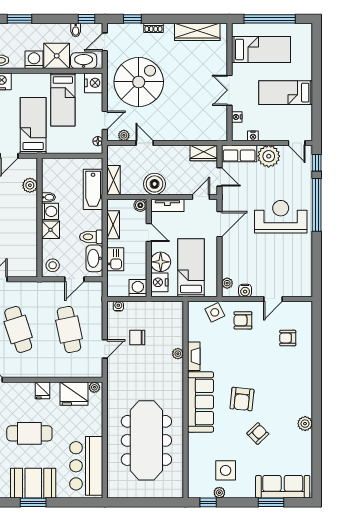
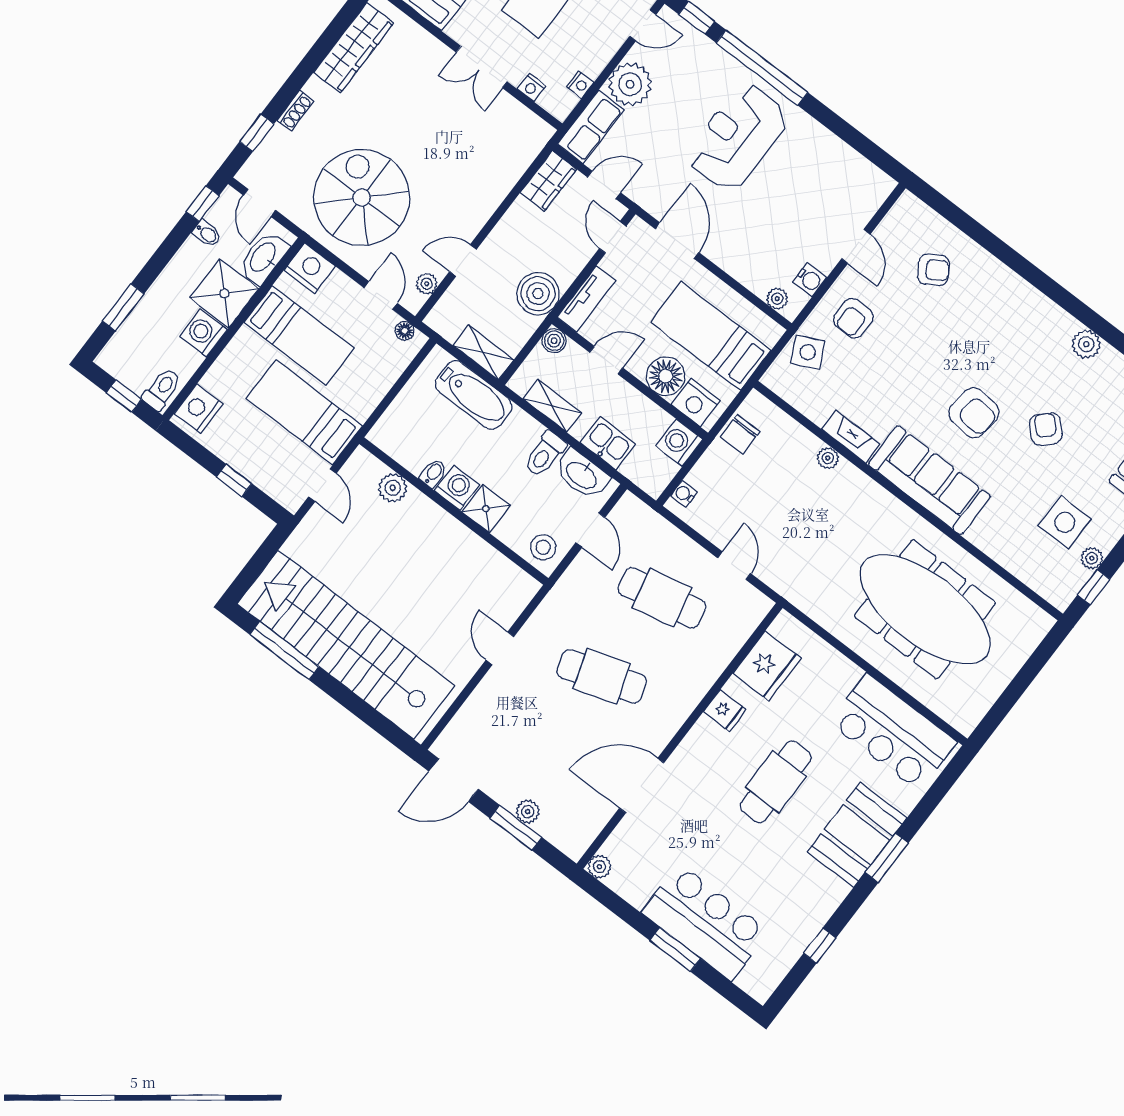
chair: (137, 338) -> (740, 434), moved
armchair: (288, 338) -> (934, 270), turned -122
plant: (94, 387) -> (781, 627), removed

